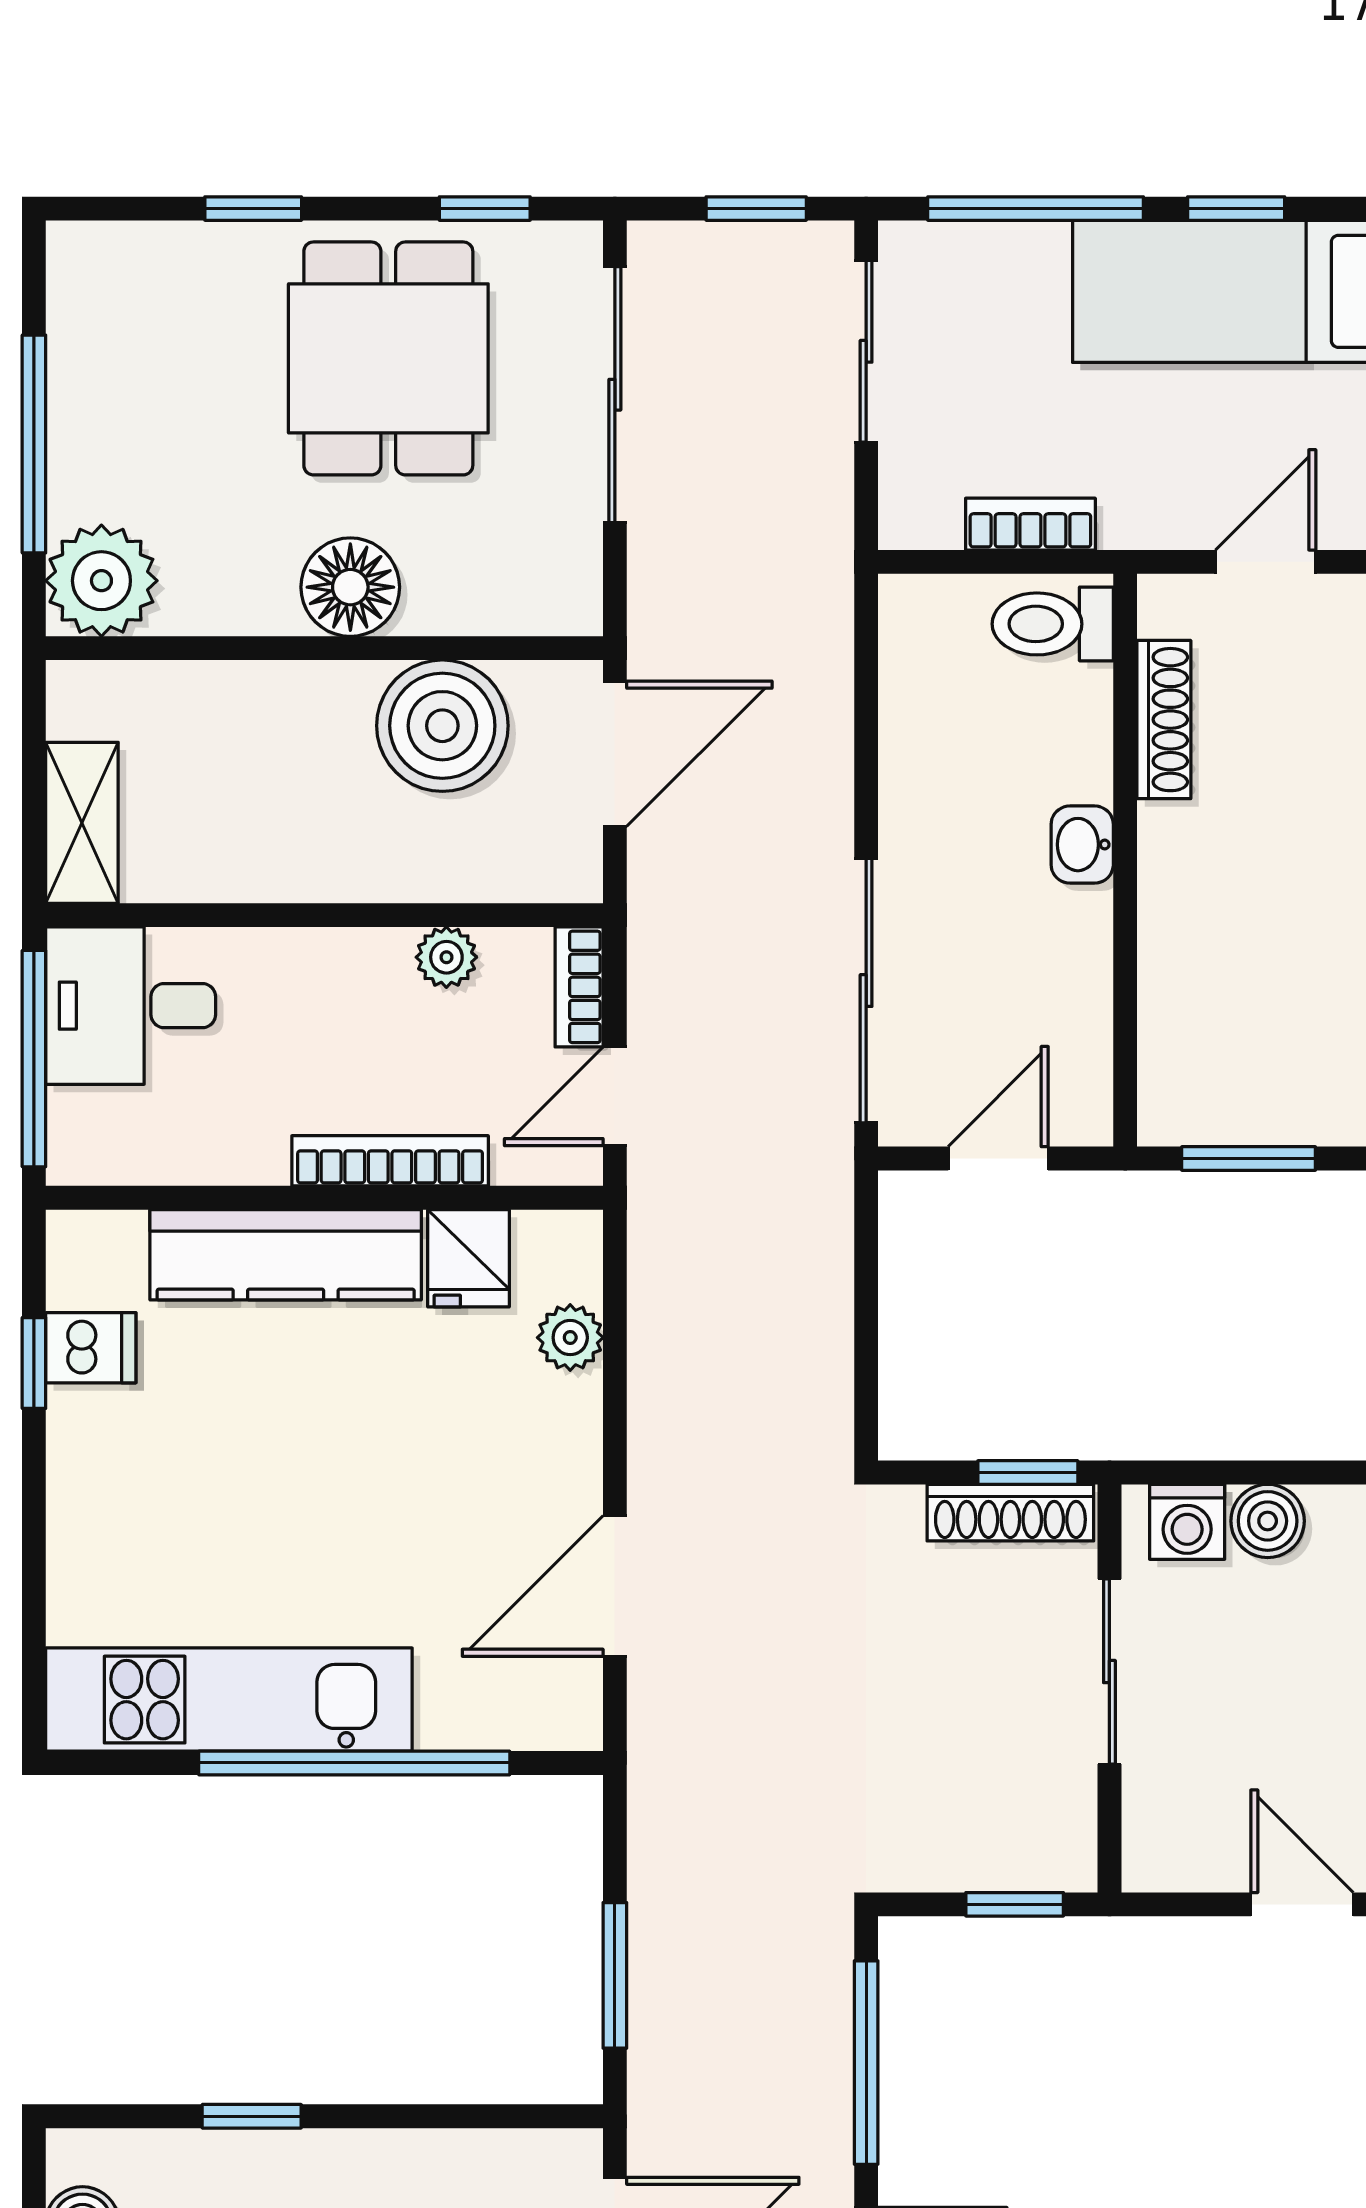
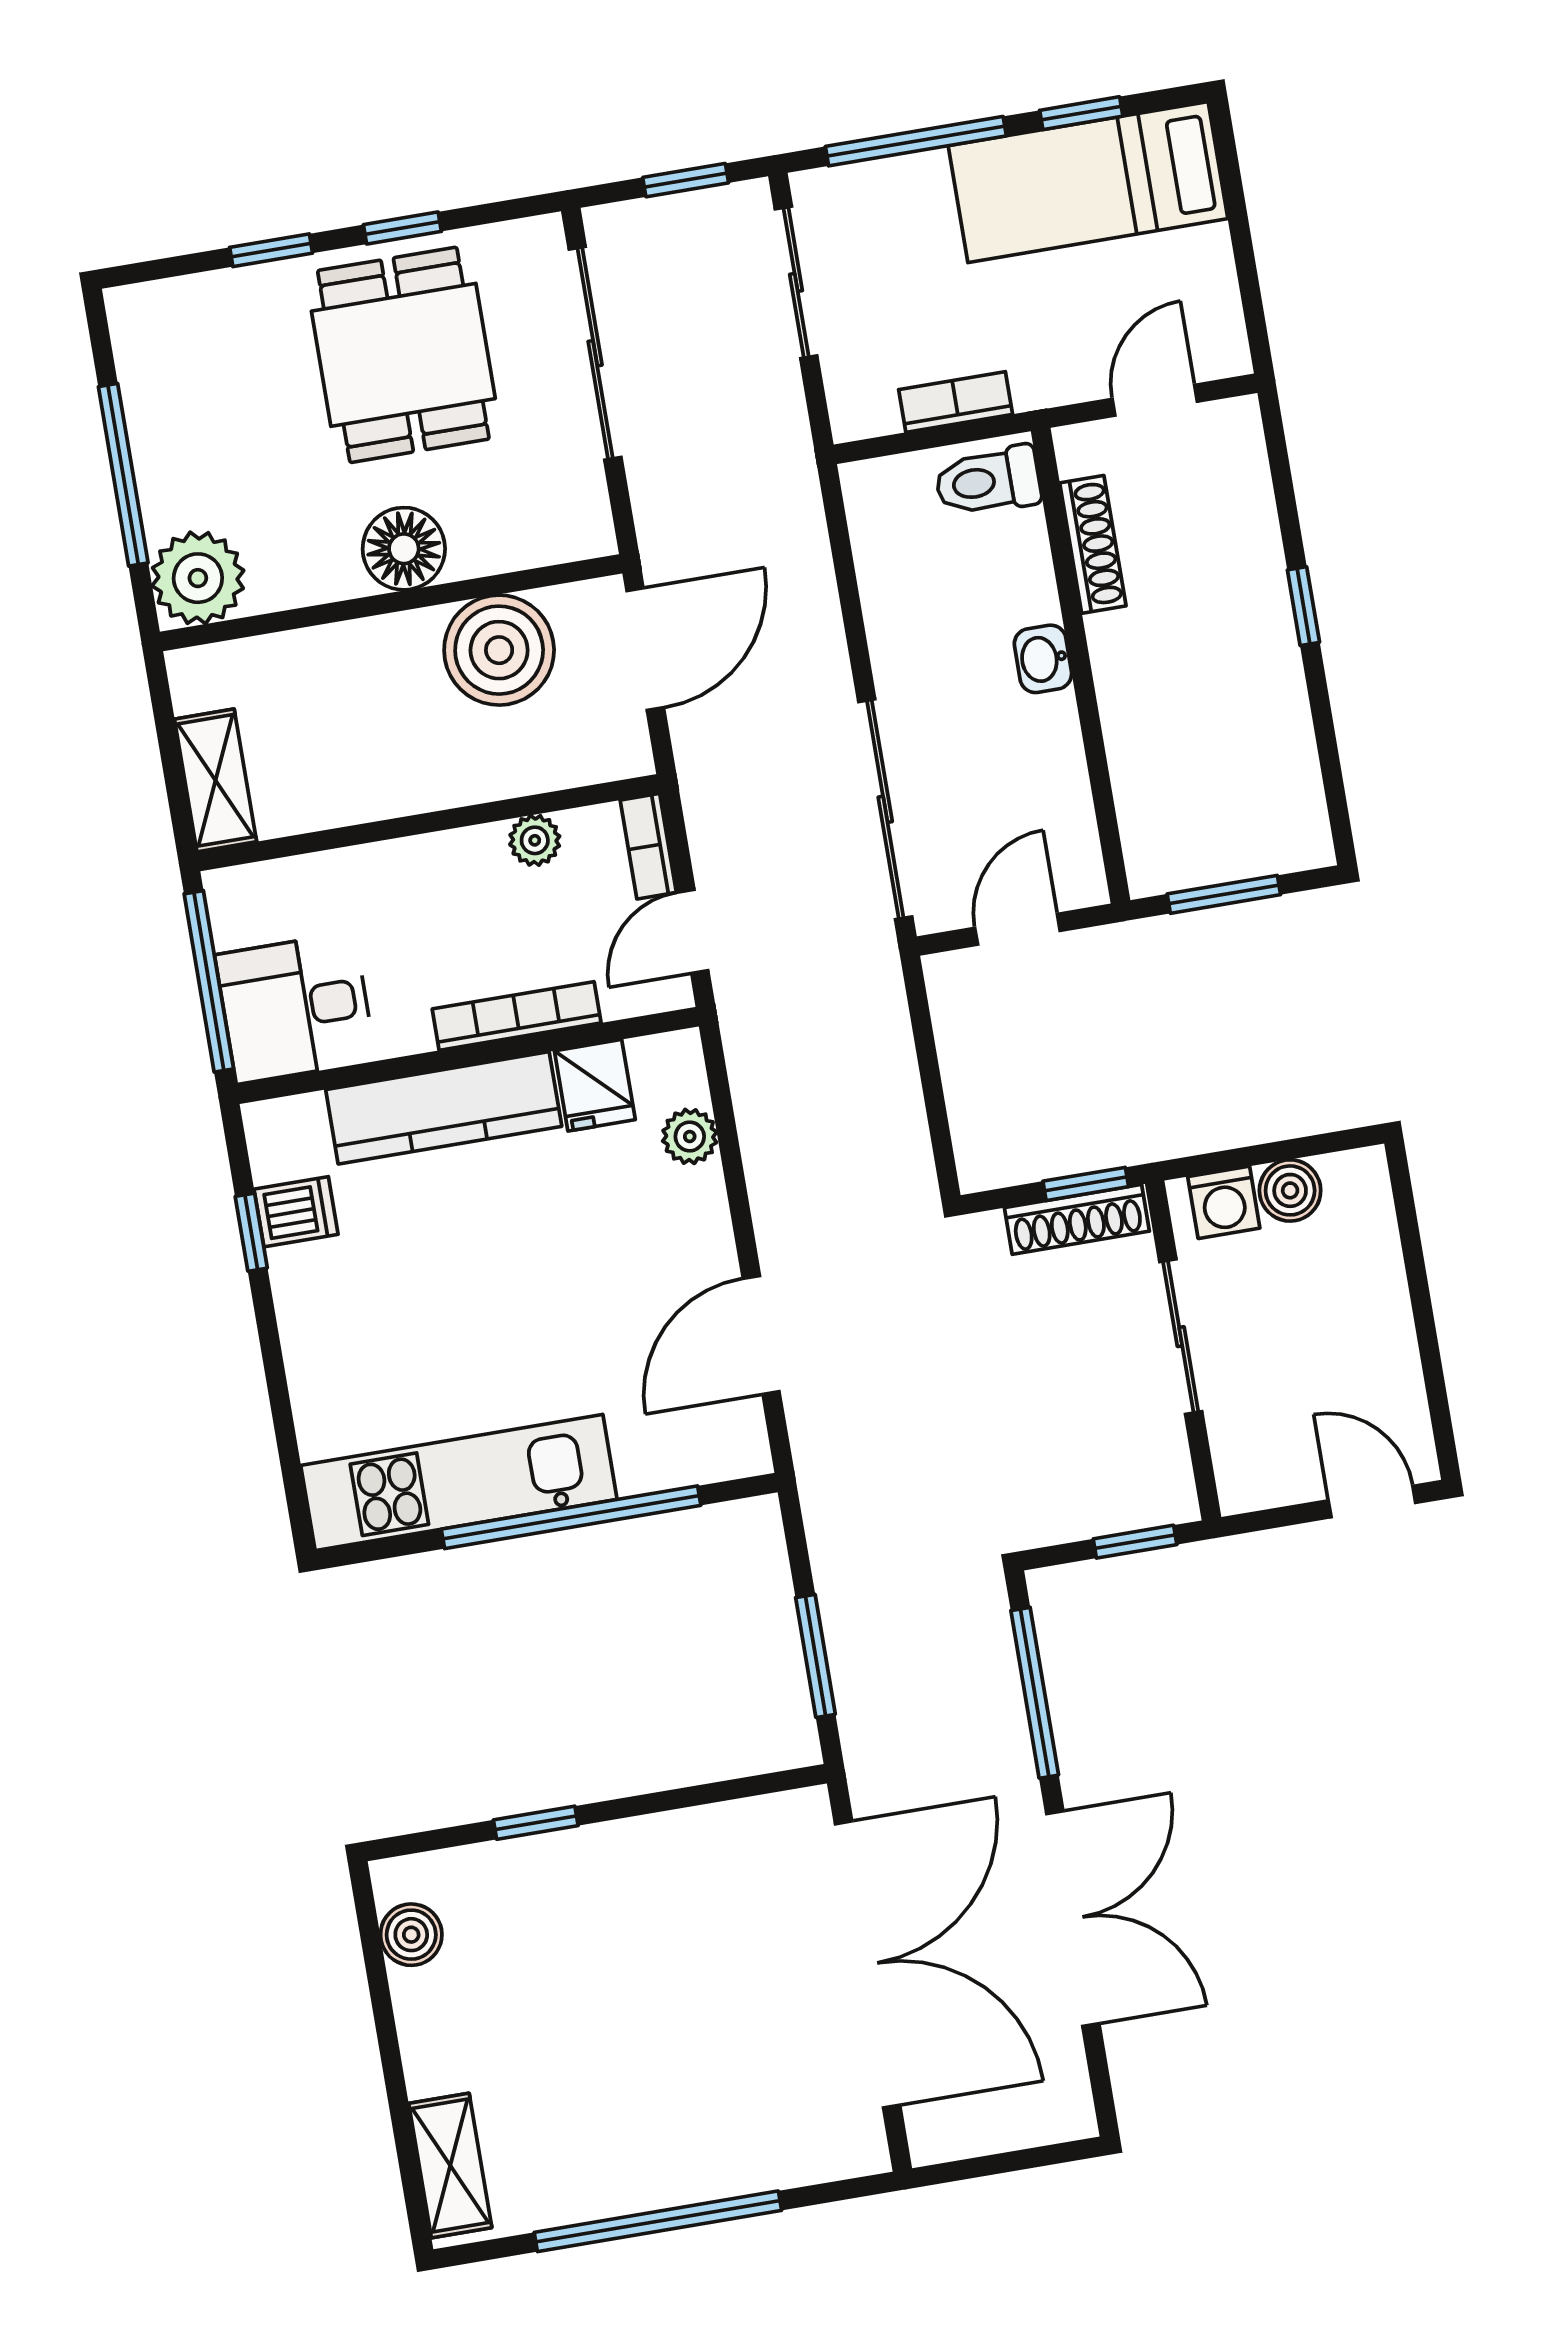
window: (485, 209) -> (402, 228), moved
desk: (131, 1006) -> (295, 1008), moved

